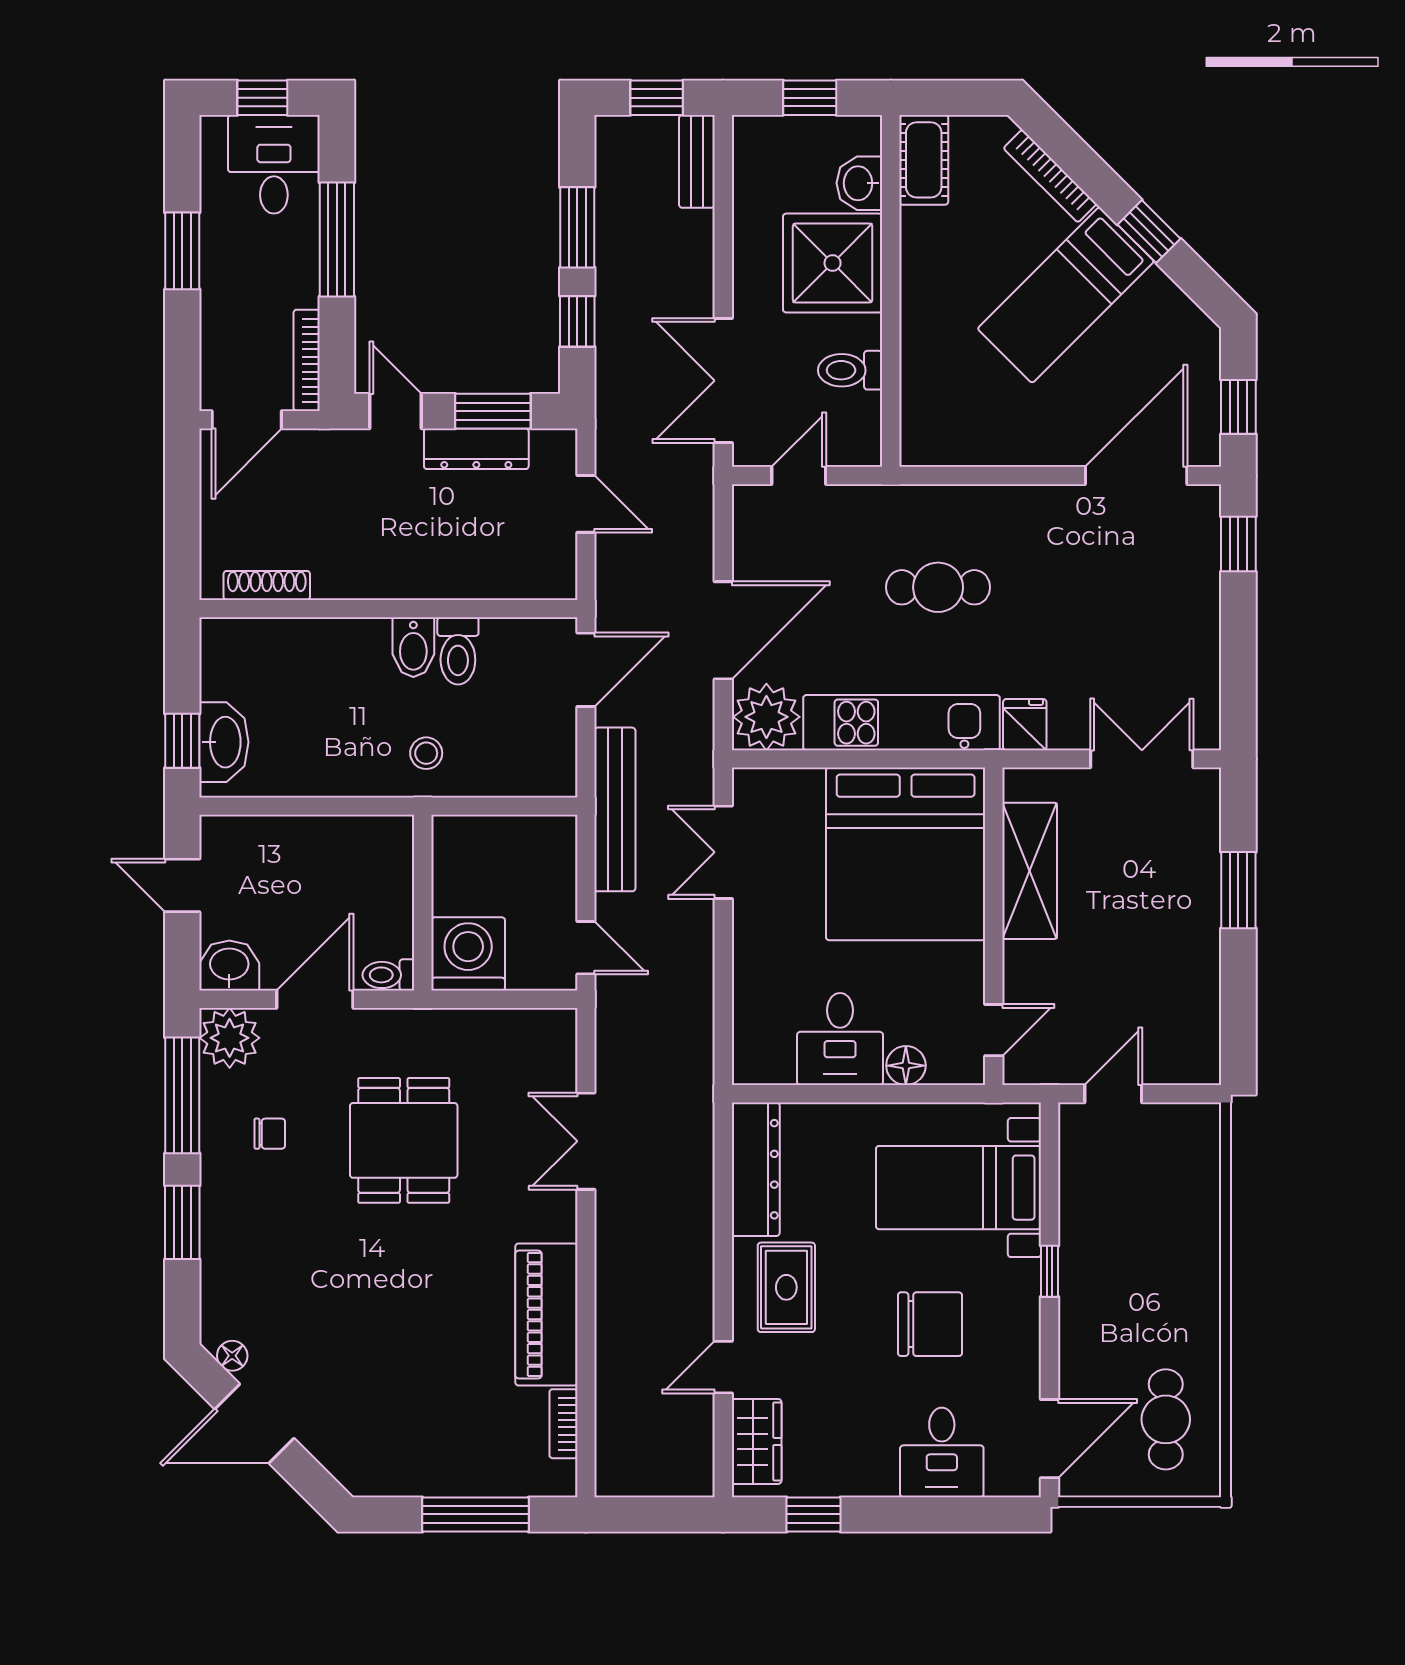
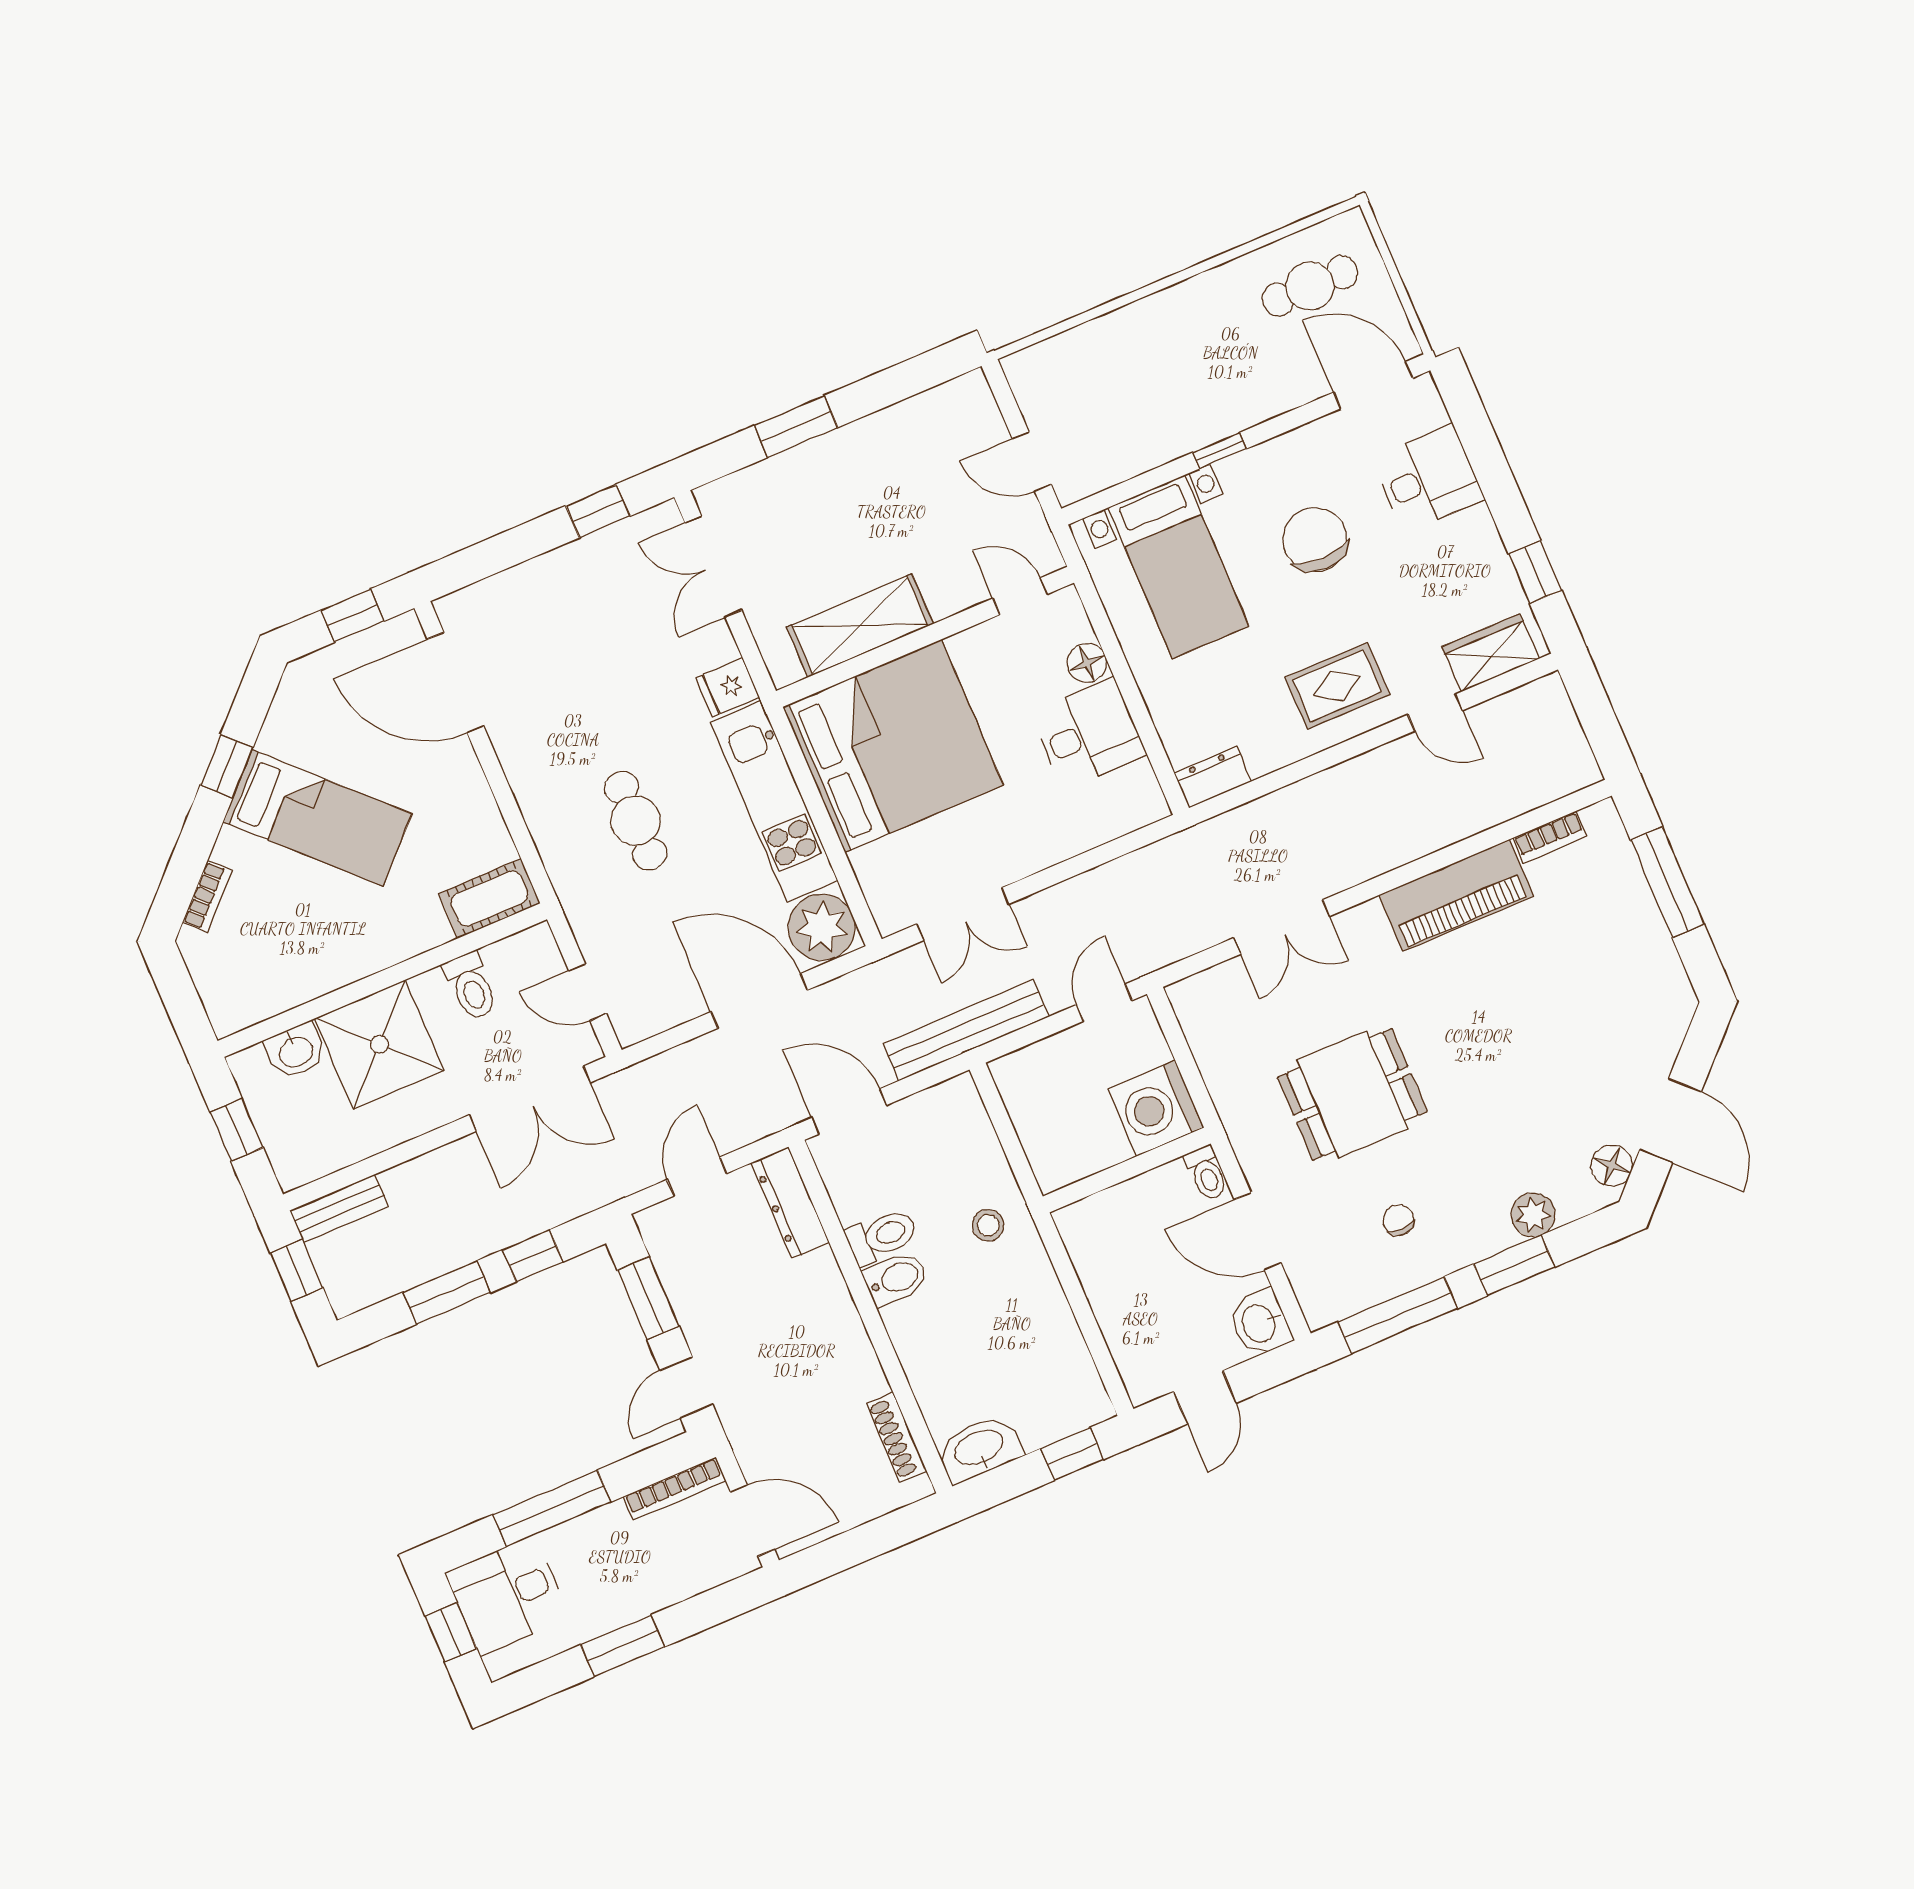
cot: (924, 160) -> (490, 898), moved
bookcase: (1050, 176) -> (207, 896), width x0.64
dresser: (476, 449) -> (790, 1203), moved, turned 180
window: (1238, 544) -> (598, 511), moved
washbasin: (224, 742) -> (979, 1449), moved
plant: (230, 1038) -> (1533, 1215), moved, width x0.73, depth x0.73
dresser: (756, 1169) -> (1213, 777), width x0.51, depth x0.80
floor lamp: (232, 1356) -> (1612, 1165), width x1.37, depth x1.37

